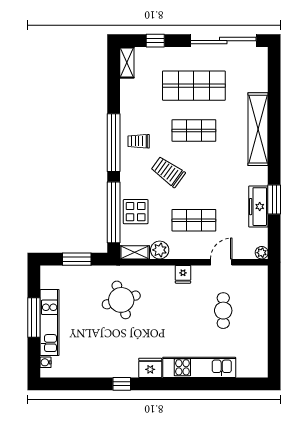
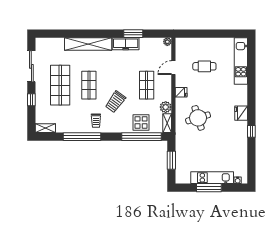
window: (155, 41) -> (31, 100), moved
sliding door: (223, 41) -> (31, 66), width x0.73
window: (114, 143) -> (82, 137), moved
freezer: (258, 207) -> (126, 44), moved
door: (221, 262) -> (173, 68), hinge flipped
round table: (121, 300) -> (198, 118), moved
kitchen unit: (199, 367) -> (241, 61), moved

